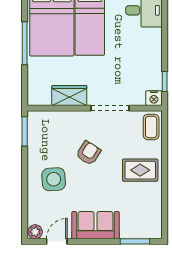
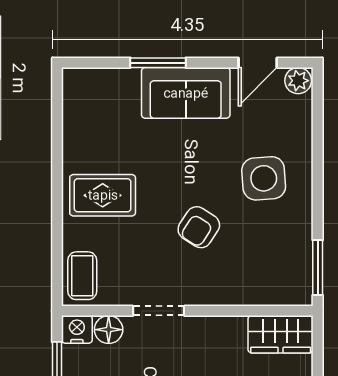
wardrobe: (69, 96) -> (281, 334), moved
floor lamp: (137, 98) -> (109, 330), added
doorway: (110, 108) -> (159, 311), width x0.73
window: (135, 241) -> (158, 63), moved

